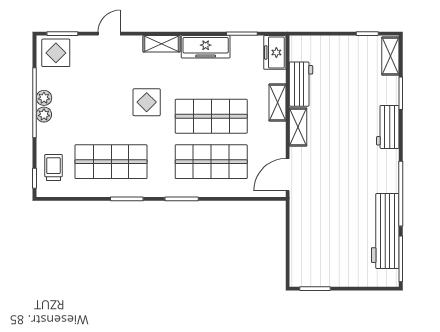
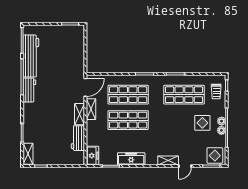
shelving: (162, 44) -> (168, 161), moved
display table: (147, 102) -> (202, 123), moved
shelving: (277, 102) -> (91, 109), moved
workbench: (388, 127) -> (29, 90), moved

